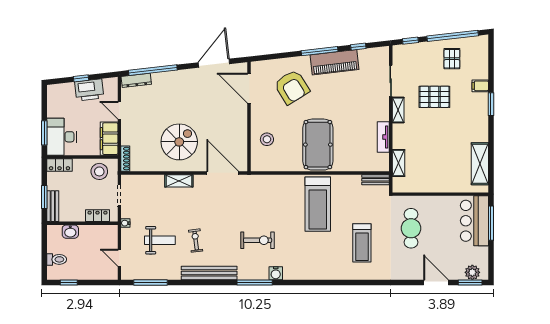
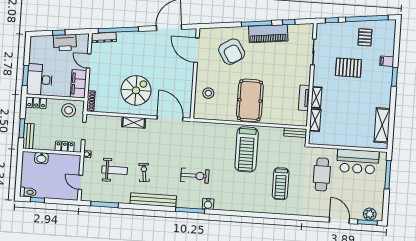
shelving: (398, 110) -> (316, 97), moved
bar counter: (474, 221) -> (358, 161), moved, turned -90
toilet: (57, 259) -> (28, 192), moved

